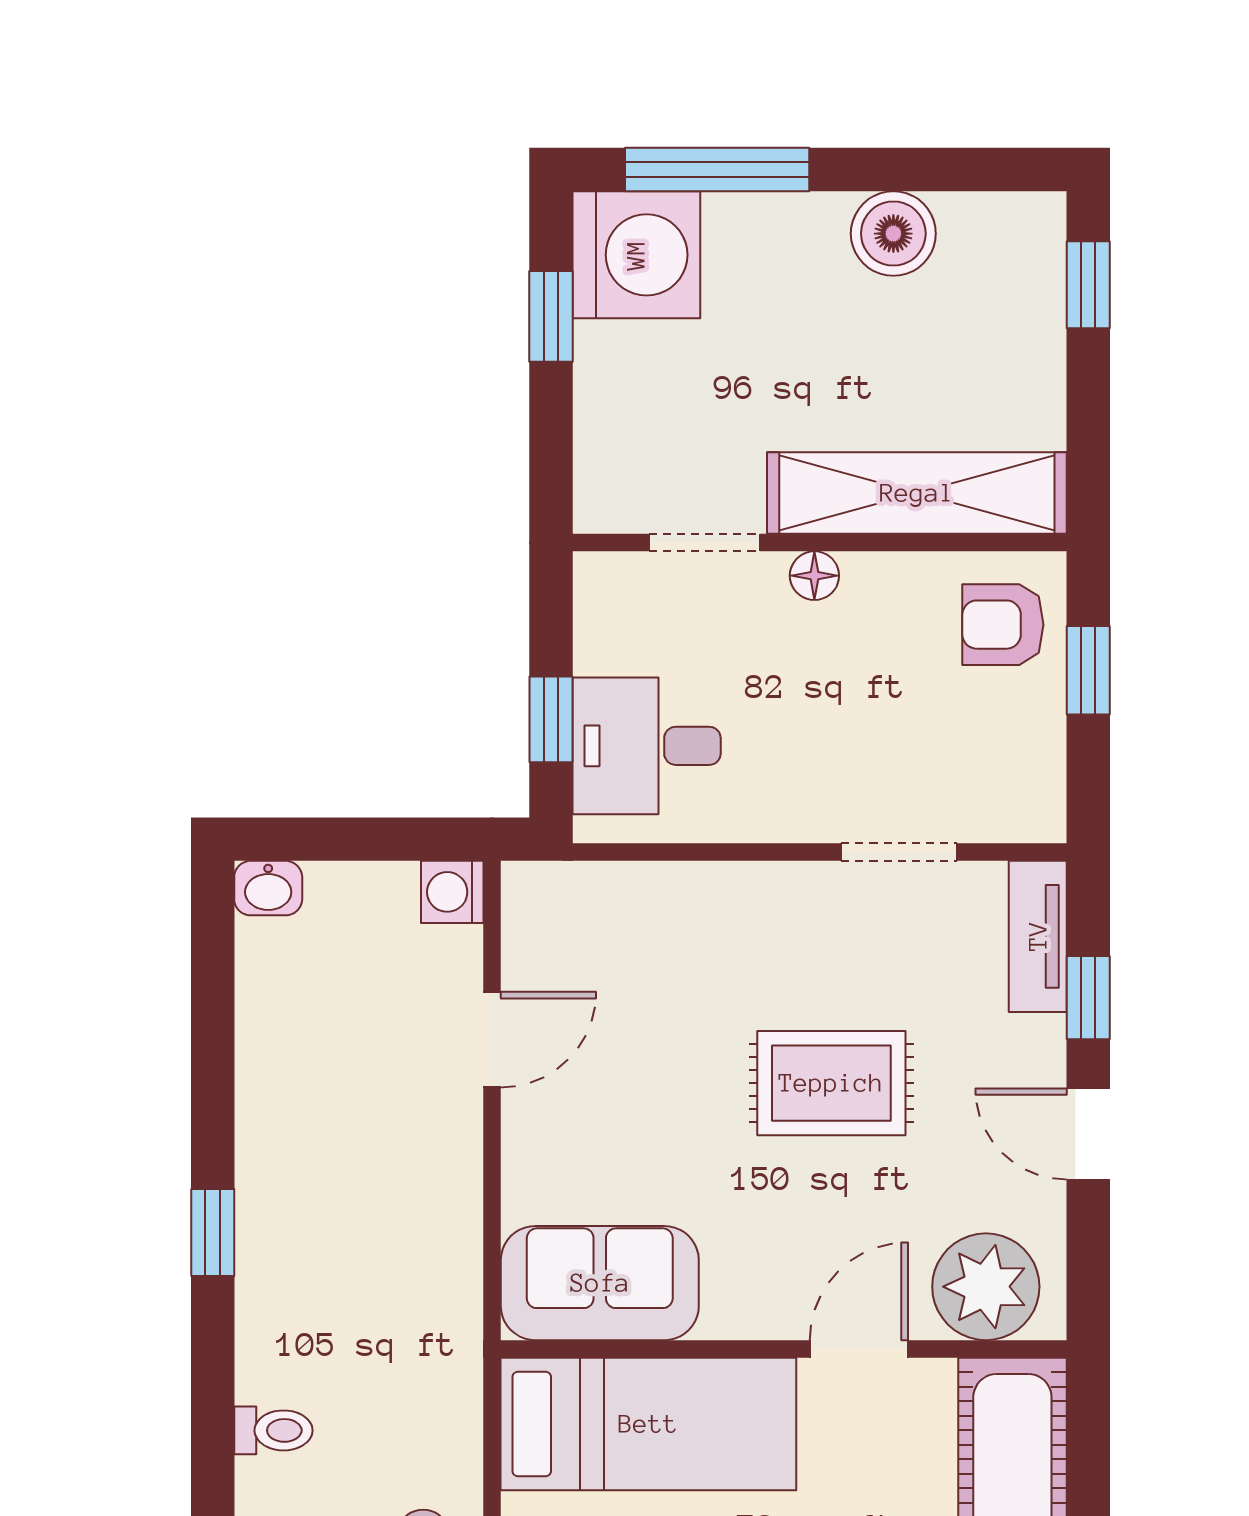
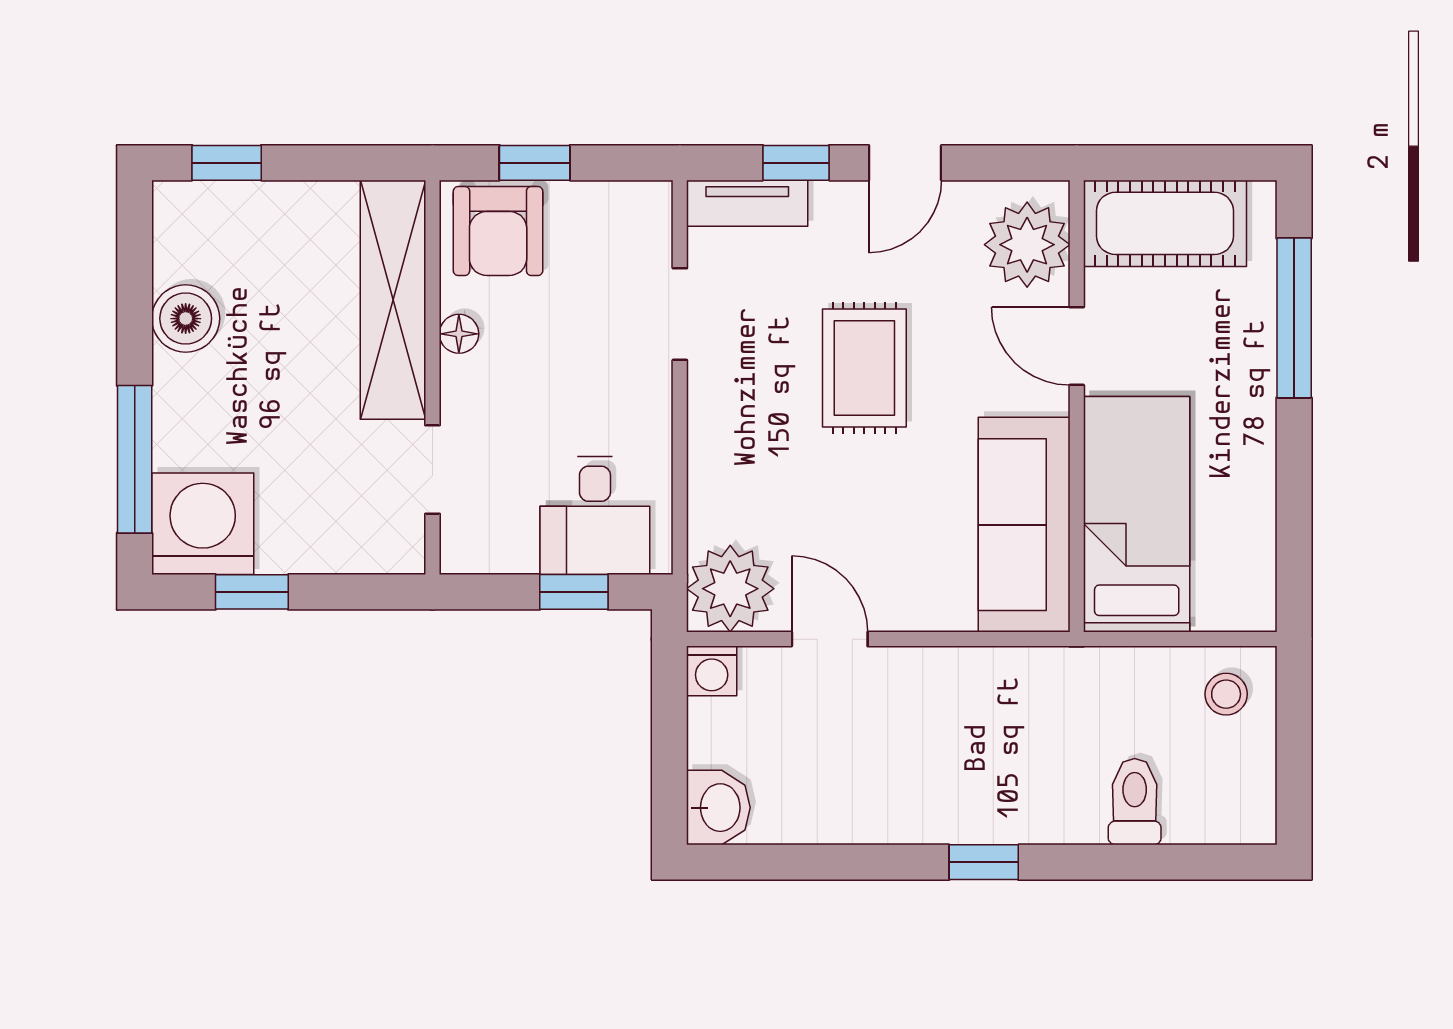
floor lamp: (814, 576) -> (459, 334), moved
armchair: (1003, 625) -> (498, 231), width x1.38, depth x1.38
washbasin: (268, 888) -> (718, 808), width x1.38, depth x1.45
plant: (555, 915) -> (730, 589), added
sofa: (600, 1283) -> (1024, 525), width x1.36
toilet: (273, 1430) -> (1135, 802), width x1.37, depth x1.39

